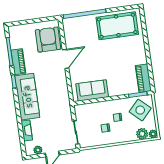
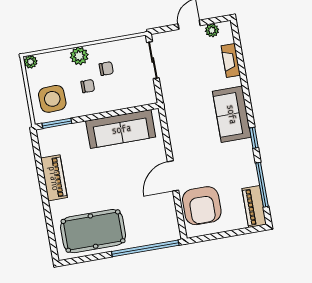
piano: (18, 62) -> (254, 207), moved
piano: (143, 78) -> (54, 178), moved
sofa: (92, 90) -> (121, 129), width x1.36
sofa: (27, 97) -> (232, 114), width x0.73
side table: (140, 110) -> (52, 99), turned 45
plant: (142, 134) -> (79, 56), moved

